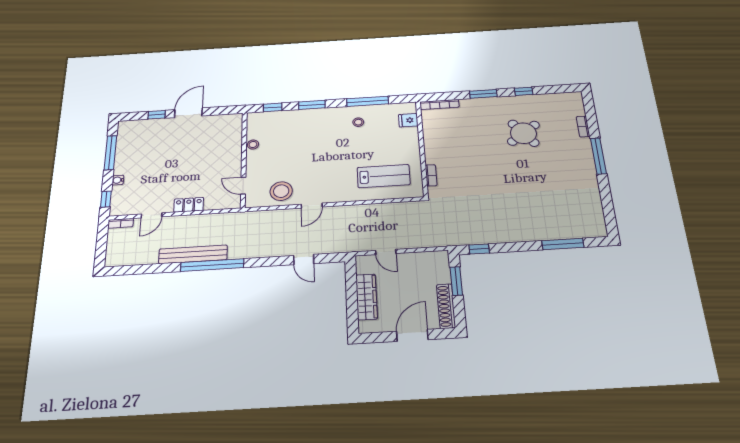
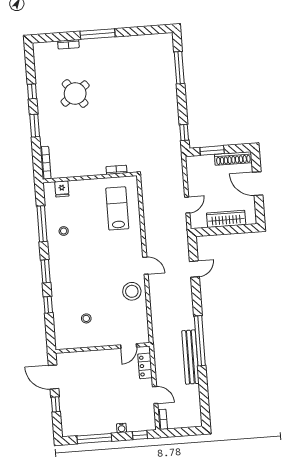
wall: (244, 159) -> (103, 348), moved
door: (243, 186) -> (129, 346), moved

